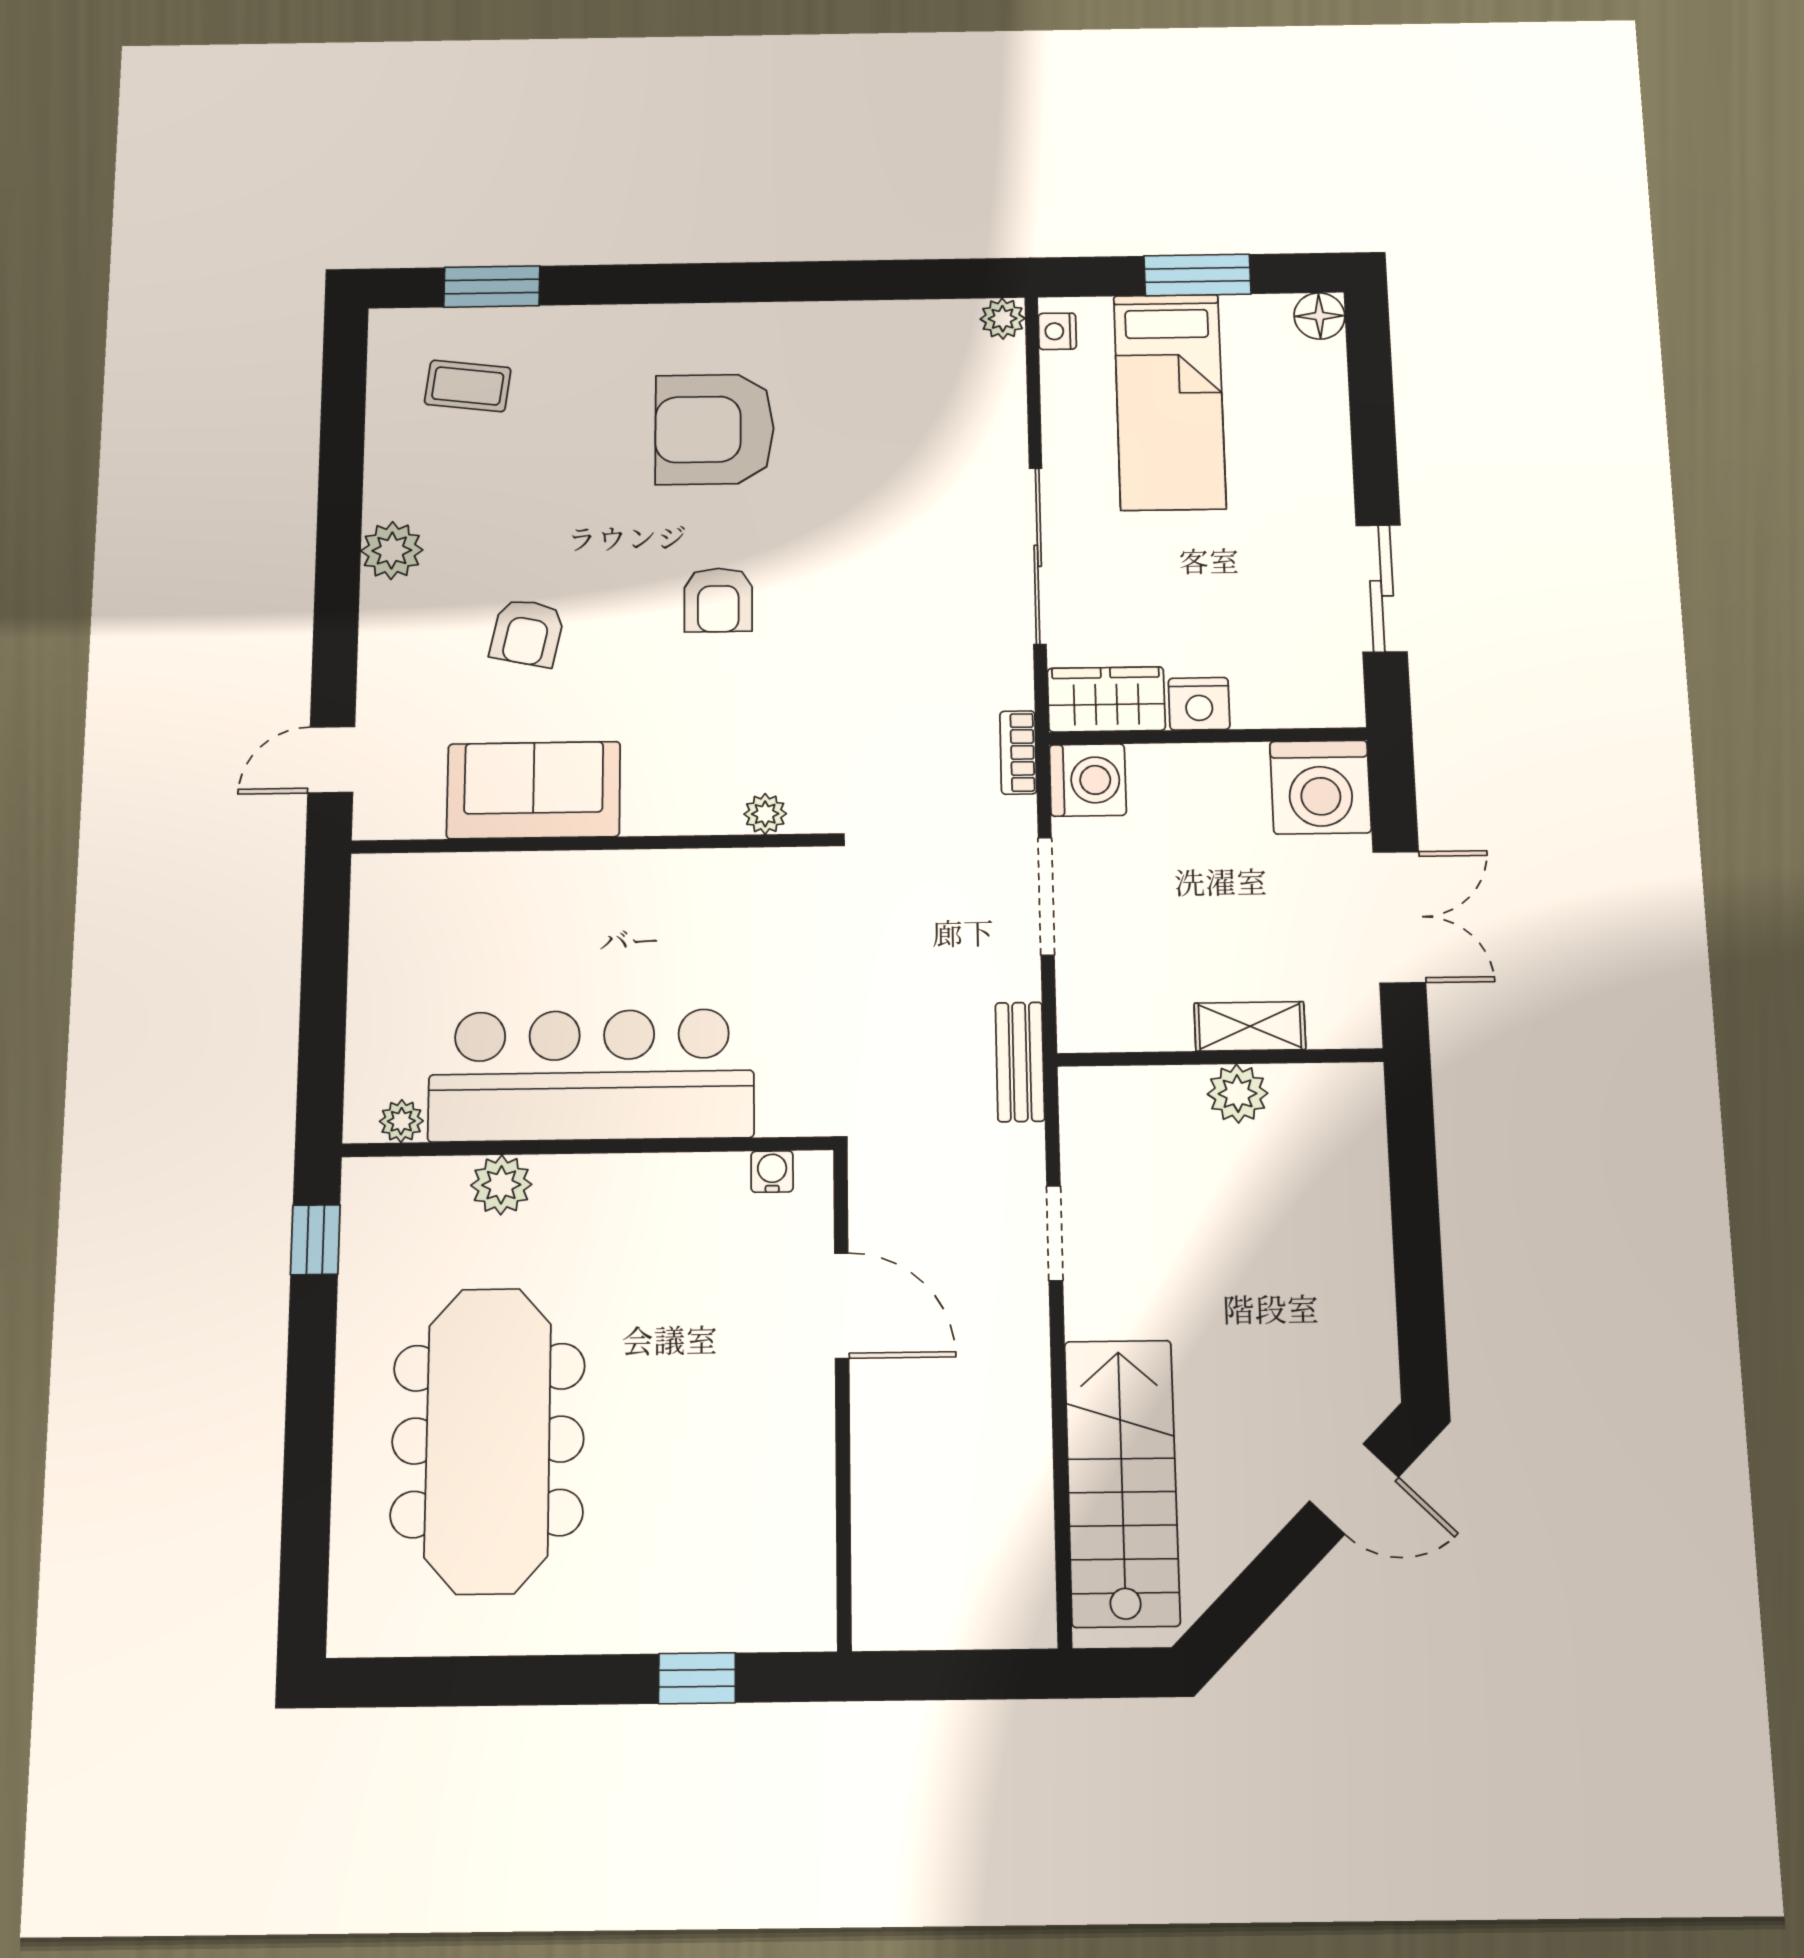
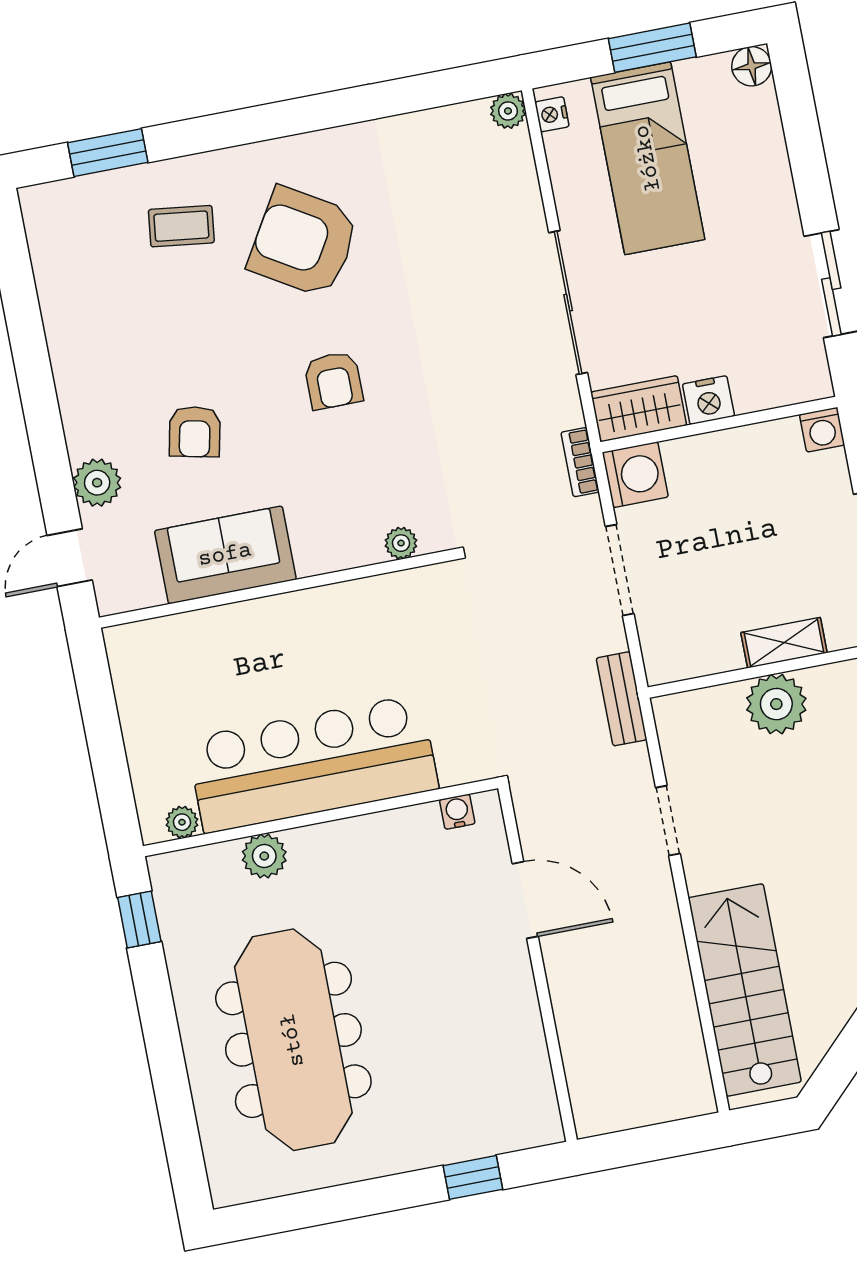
coffee table: (468, 386) -> (181, 226), moved
armchair: (715, 429) -> (304, 242), turned 31
plant: (392, 550) -> (97, 483), moved
washing machine: (1320, 787) -> (822, 430), width x0.53, depth x0.53
plant: (1238, 1094) -> (776, 704), width x1.36, depth x1.36

